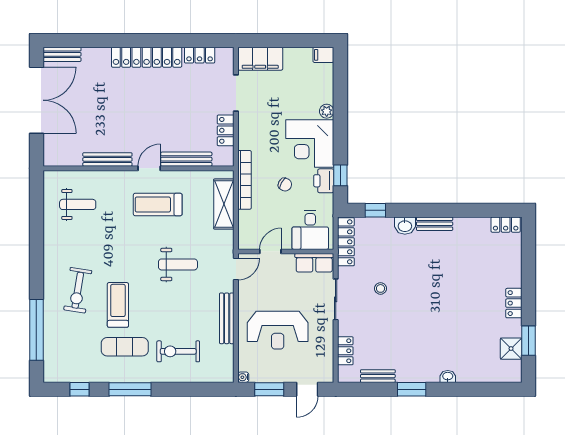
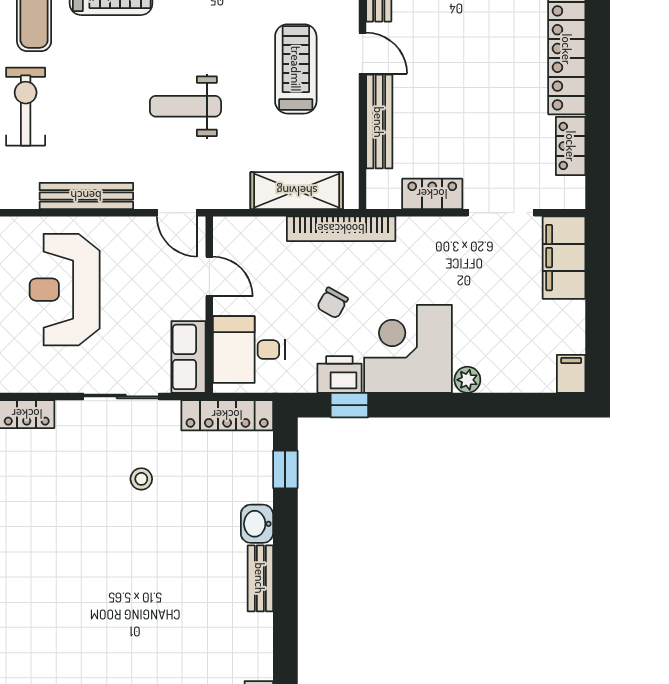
weight bench: (178, 264) -> (185, 106), turned 90

